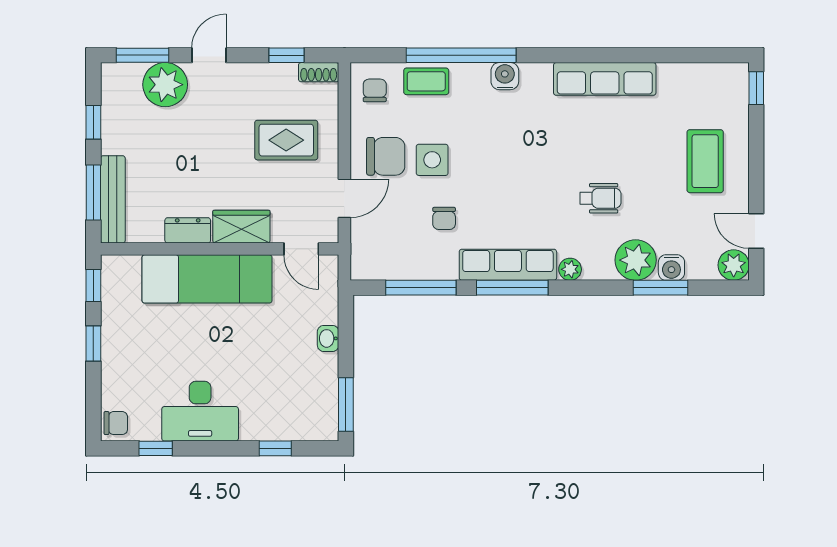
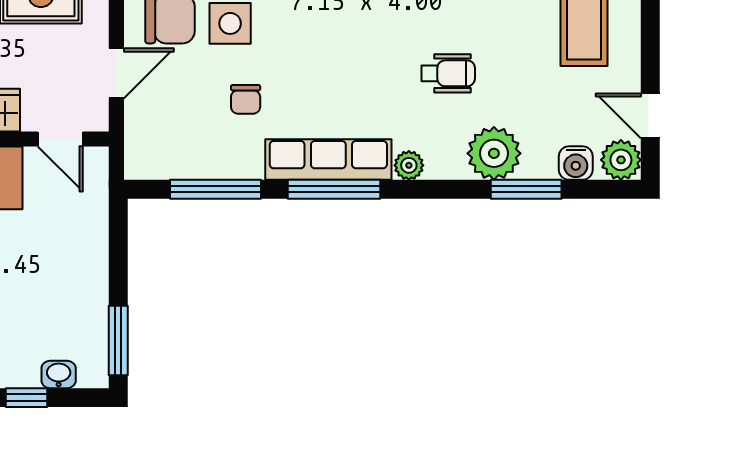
water cooler: (671, 268) -> (576, 163), moved
washbasin: (328, 338) -> (59, 374), moved, turned 90

